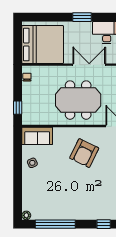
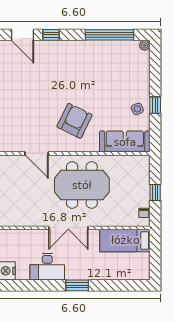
bed: (43, 44) -> (125, 240), width x0.49
window: (18, 108) -> (155, 192), moved
sofa: (37, 136) -> (125, 142), width x1.36
window: (18, 166) -> (155, 105), added

